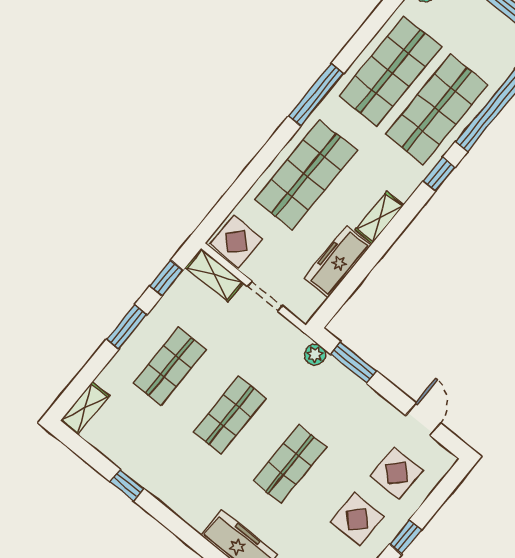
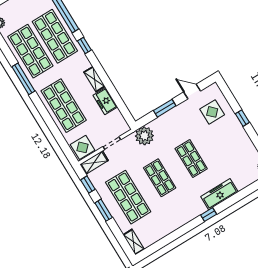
window: (316, 95) -> (23, 79), moved
freezer: (337, 262) -> (105, 101), width x0.71
plant: (315, 354) -> (144, 136), width x1.88, depth x1.88
window: (354, 362) -> (165, 108), moved
shop shelf: (170, 366) -> (128, 197), width x1.43, depth x1.36
window: (127, 485) -> (209, 215), moved
display table: (357, 519) -> (227, 137), removed

